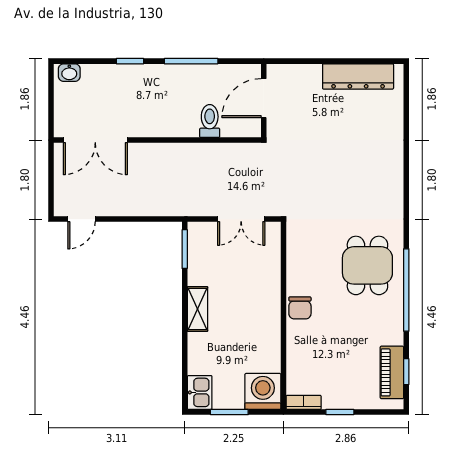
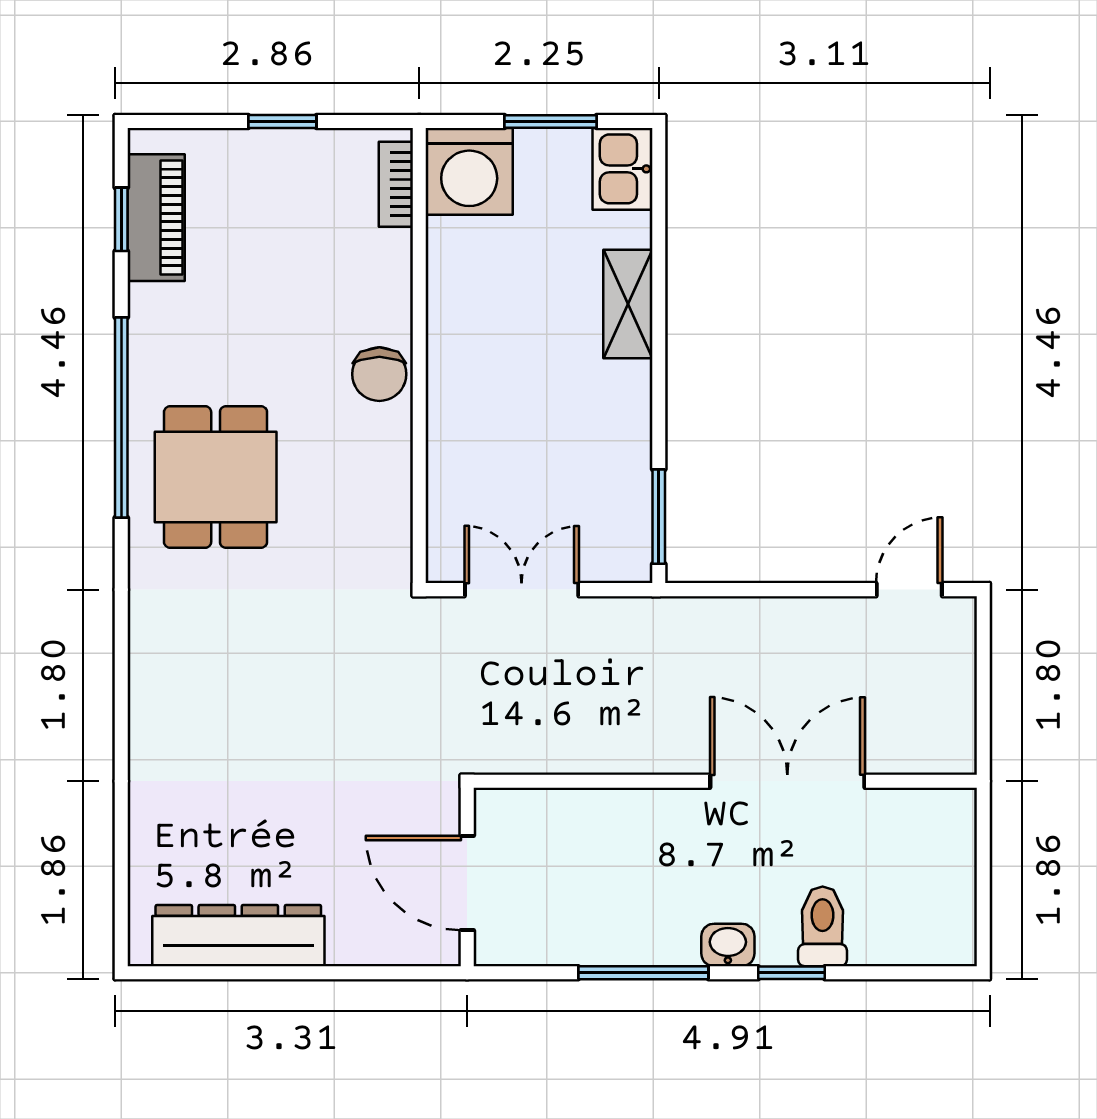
washbasin: (69, 73) -> (728, 945), moved
door: (264, 98) -> (467, 883), swing flipped
toilet: (210, 121) -> (823, 926), moved, turned 180
double door: (95, 140) -> (787, 781), moved
chair: (300, 308) -> (379, 374), turned 180
shelving: (197, 309) -> (628, 304), moved
bookcase: (304, 402) -> (396, 184), moved, turned 90

